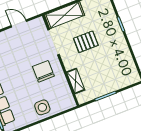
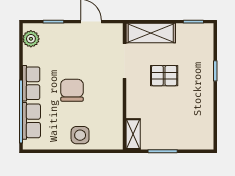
chair: (43, 71) -> (72, 90), moved
shelving: (76, 81) -> (133, 134), moved

